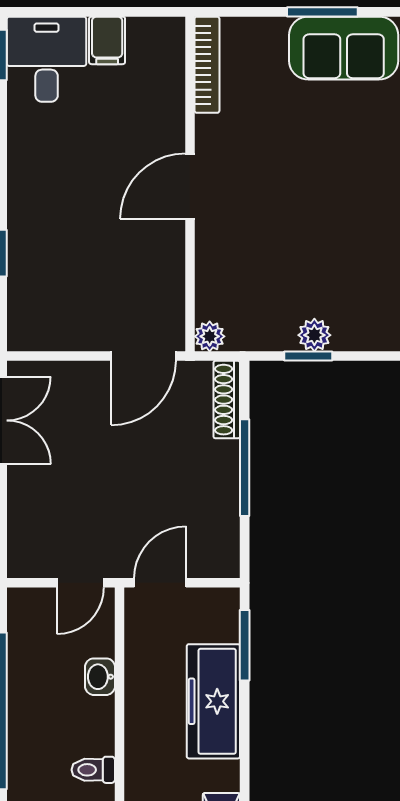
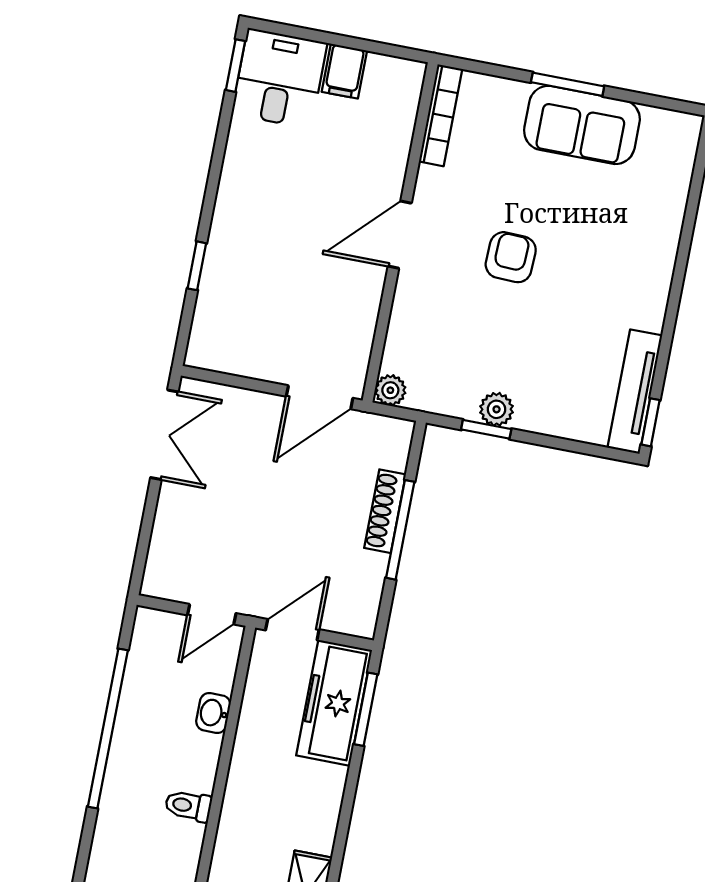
armchair: (300, 187) -> (511, 257), added
shoe rack: (227, 400) -> (385, 511), moved
freezer: (213, 701) -> (334, 703), moved

